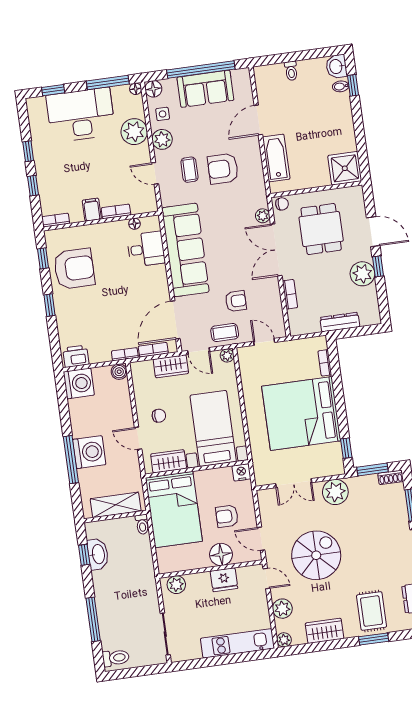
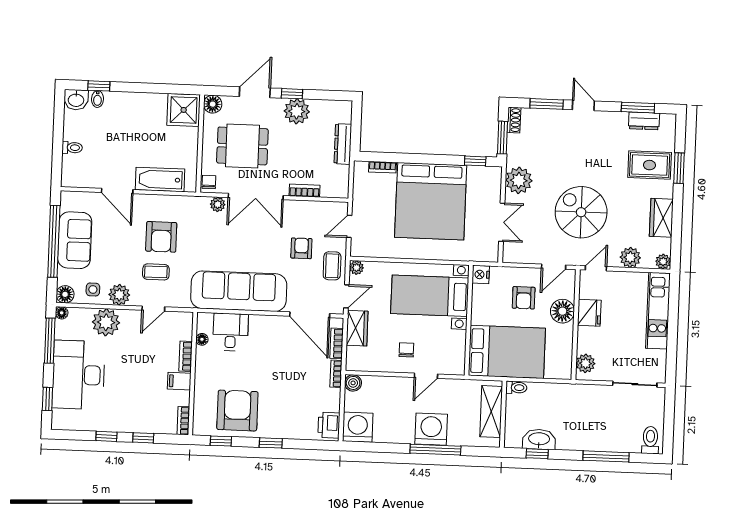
floor lamp: (355, 194) -> (213, 104), added
wardrobe: (169, 461) -> (456, 348), removed

